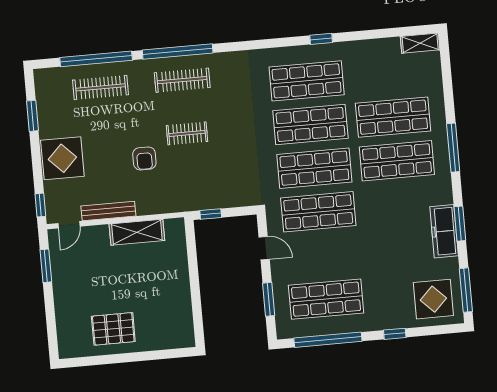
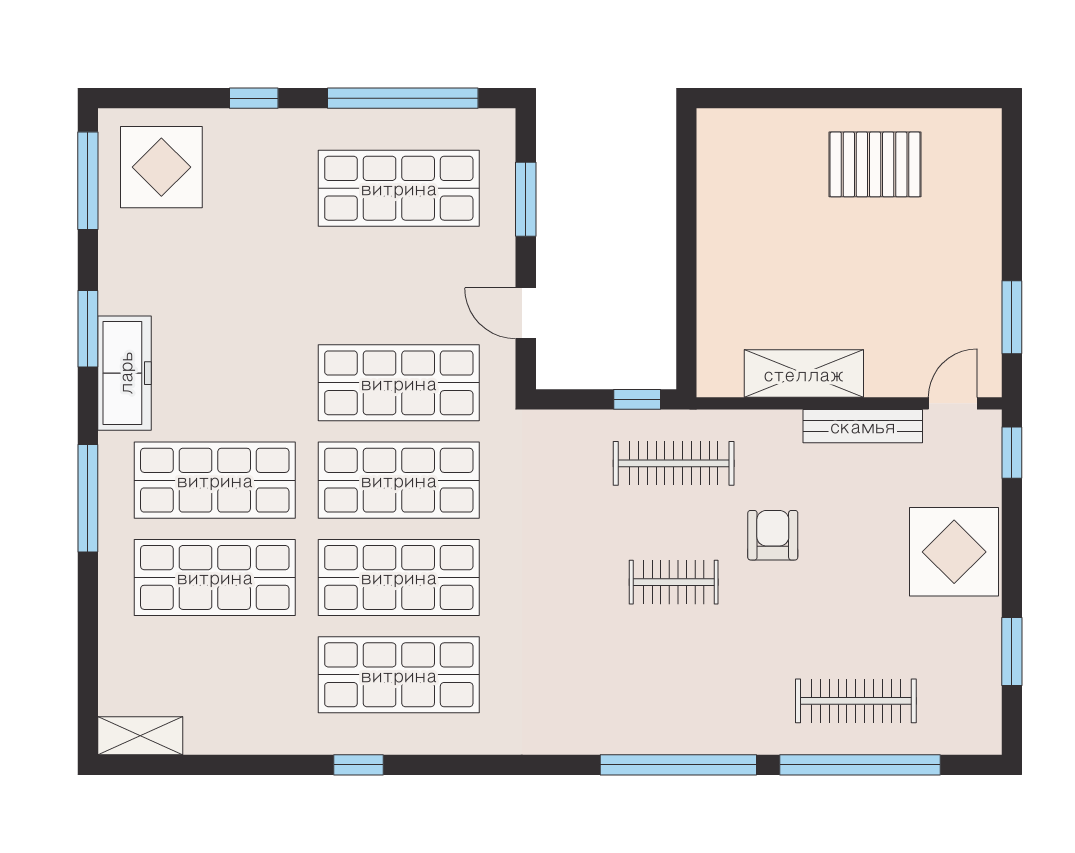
clothes rail: (182, 80) -> (674, 463), moved
freezer: (444, 231) -> (125, 373), moved

